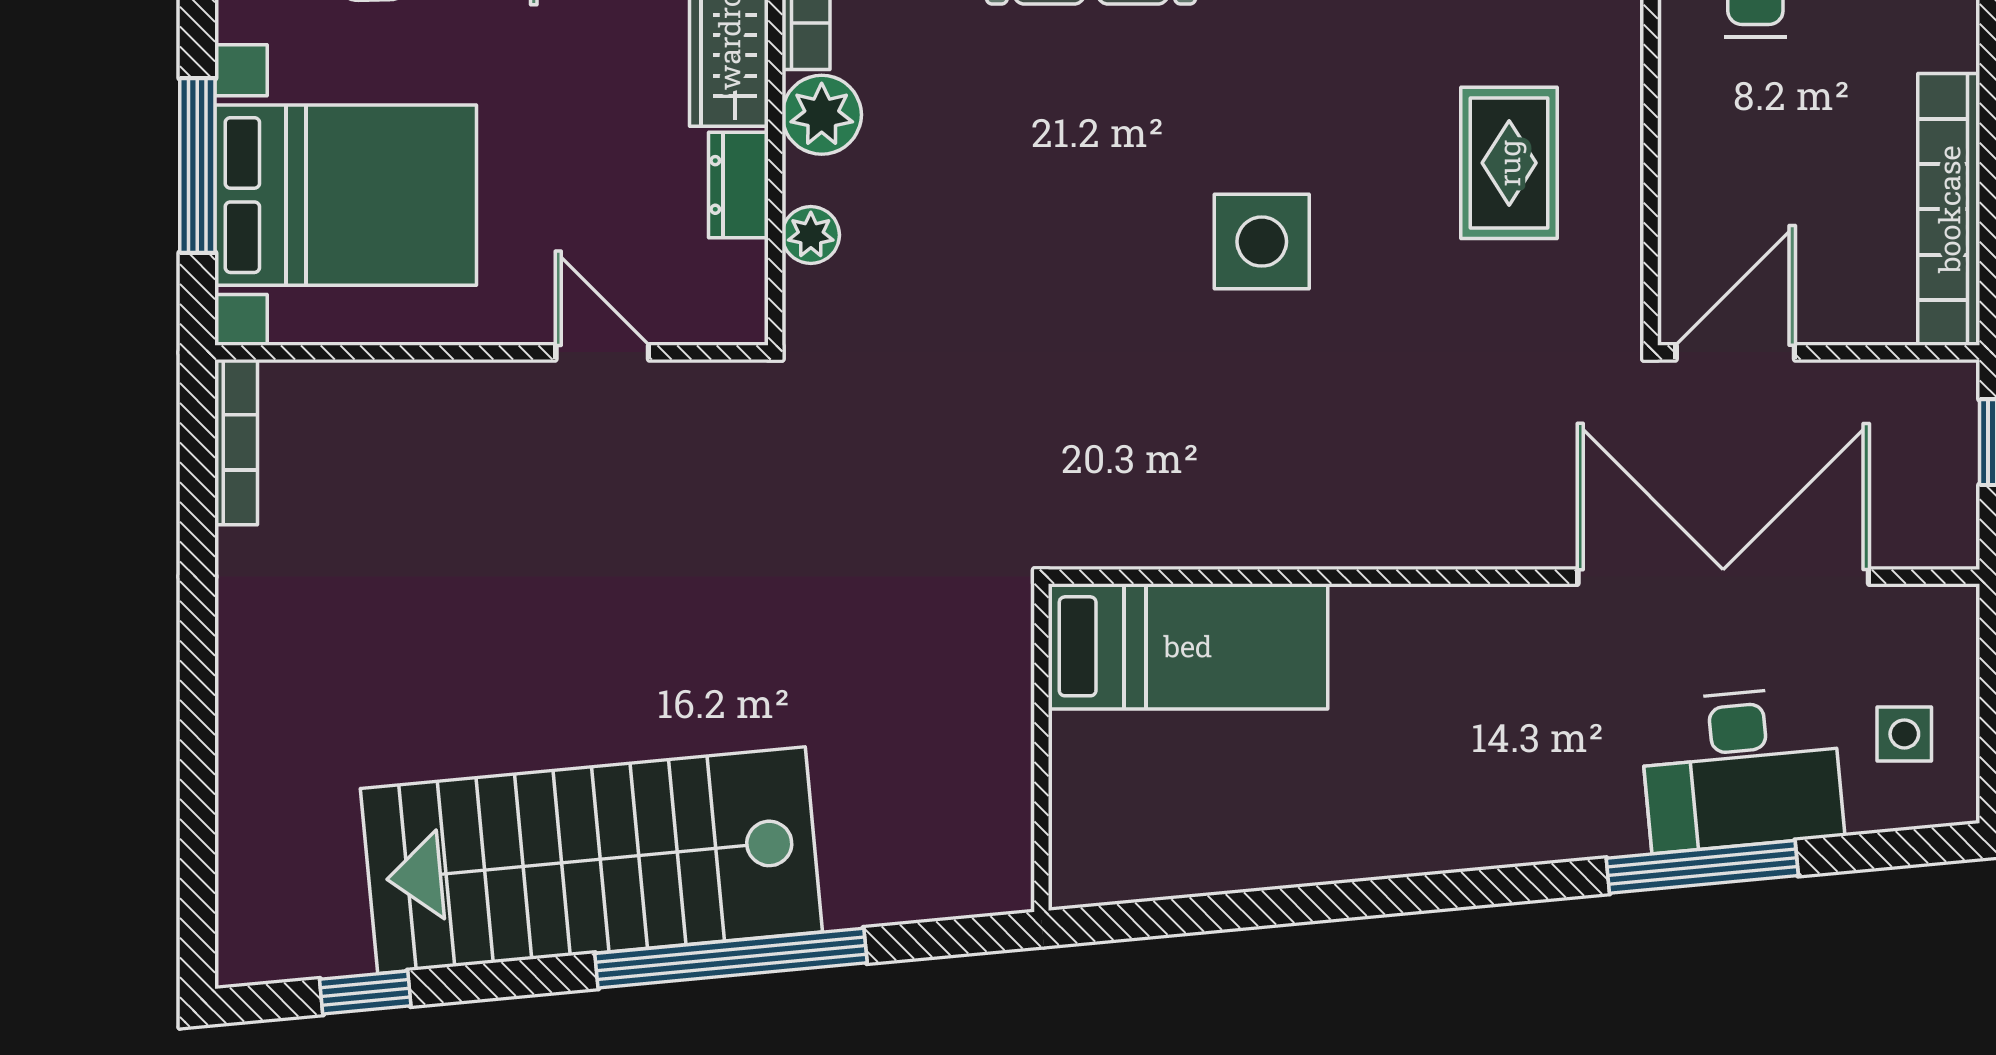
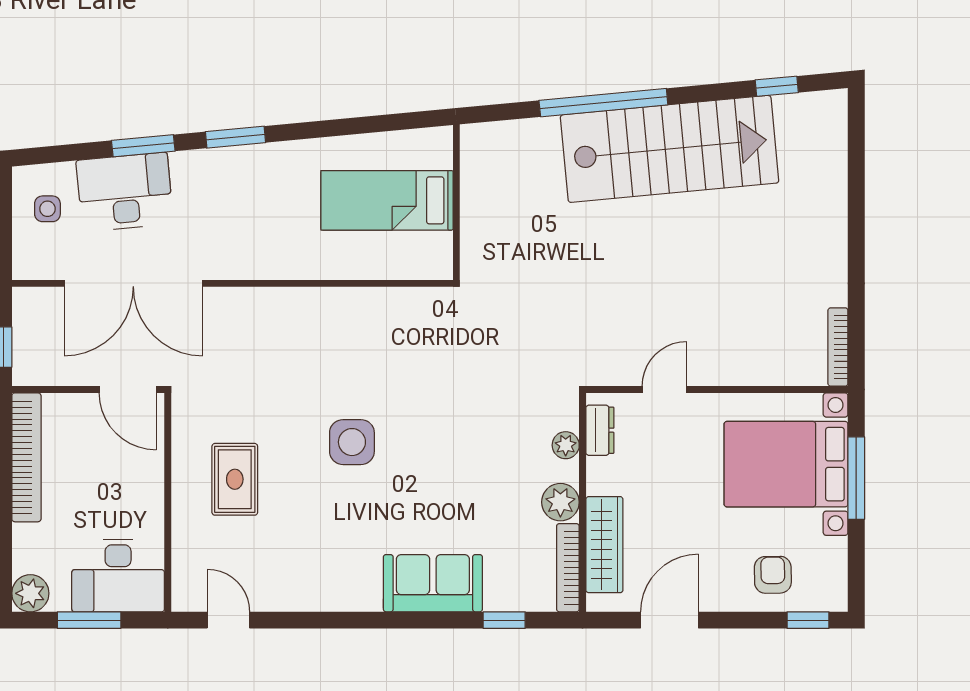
dresser: (738, 185) -> (600, 430), moved
door: (602, 352) -> (664, 390), swing flipped
door: (1735, 352) -> (128, 390), hinge flipped
bed: (1188, 646) -> (387, 200), moved
window: (1702, 867) -> (143, 146), width x0.69
window: (1508, 885) -> (235, 137), added

